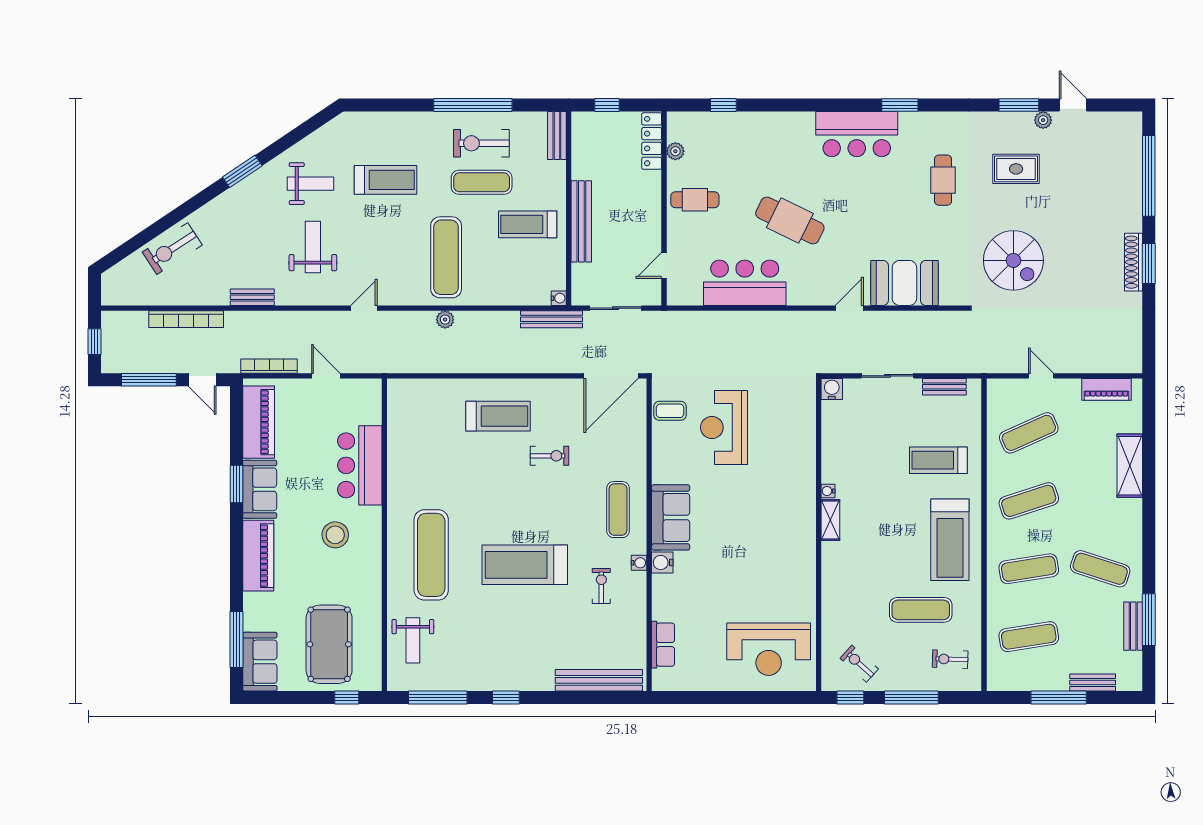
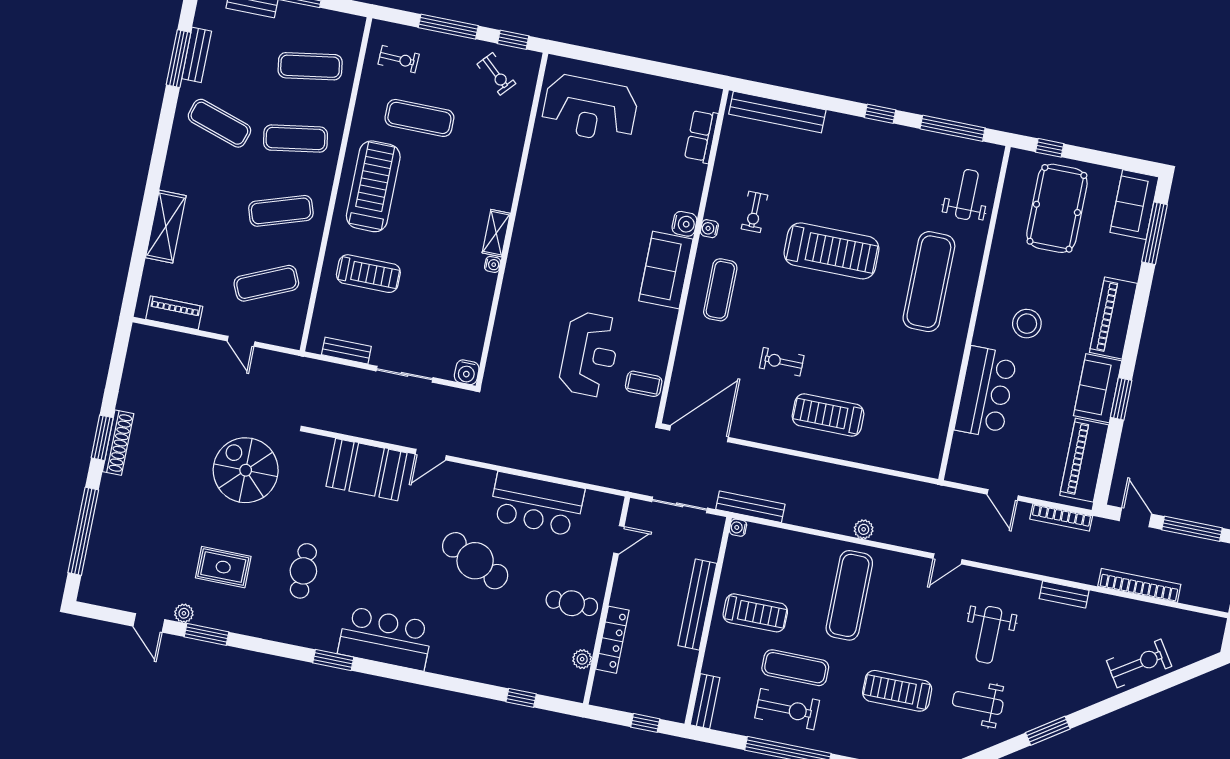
locker: (652, 141) -> (612, 640), moved
reception desk: (769, 649) -> (590, 109), turned 180

